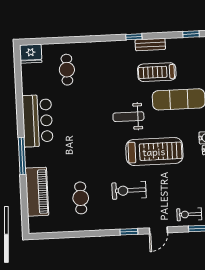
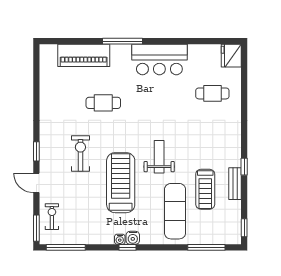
treadmill: (157, 72) -> (205, 189), turned 180
treadmill: (154, 152) -> (121, 183), turned 180
cafe table: (81, 198) -> (103, 103), moved

